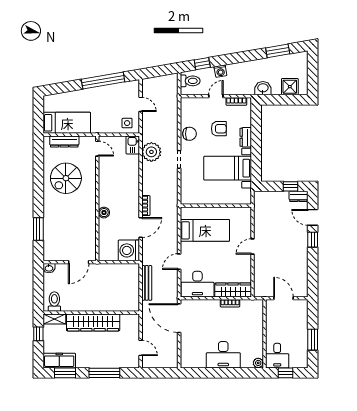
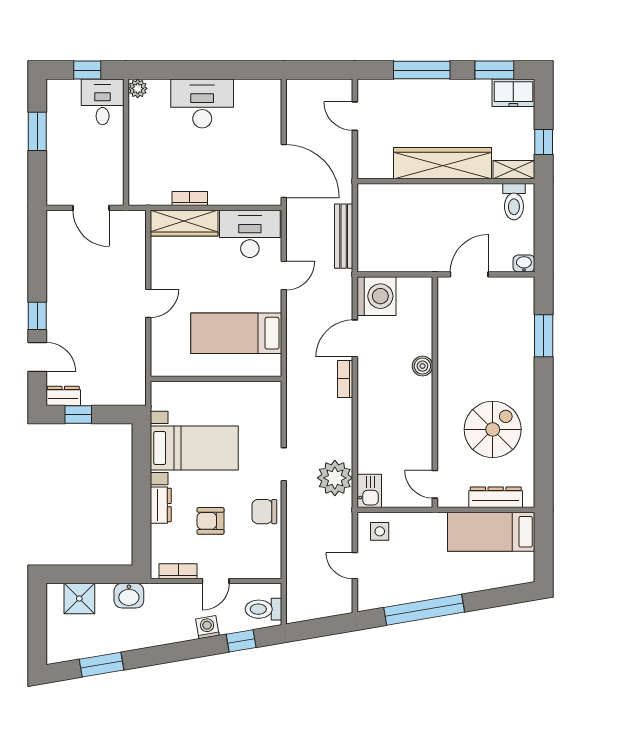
freezer: (59, 361) -> (513, 93), width x0.71

